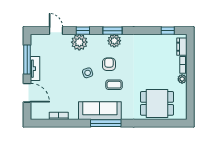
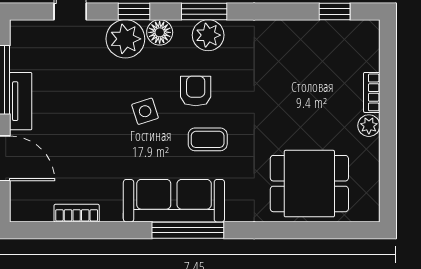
floor lamp: (94, 40) -> (160, 32), added
dresser: (182, 47) -> (368, 49), removed

